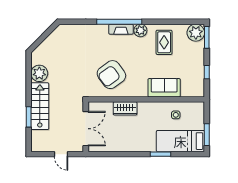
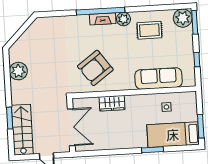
rug: (164, 42) -> (149, 30), turned 90
sofa: (164, 88) -> (159, 78), width x1.36
stairs: (40, 106) -> (22, 130), moved

